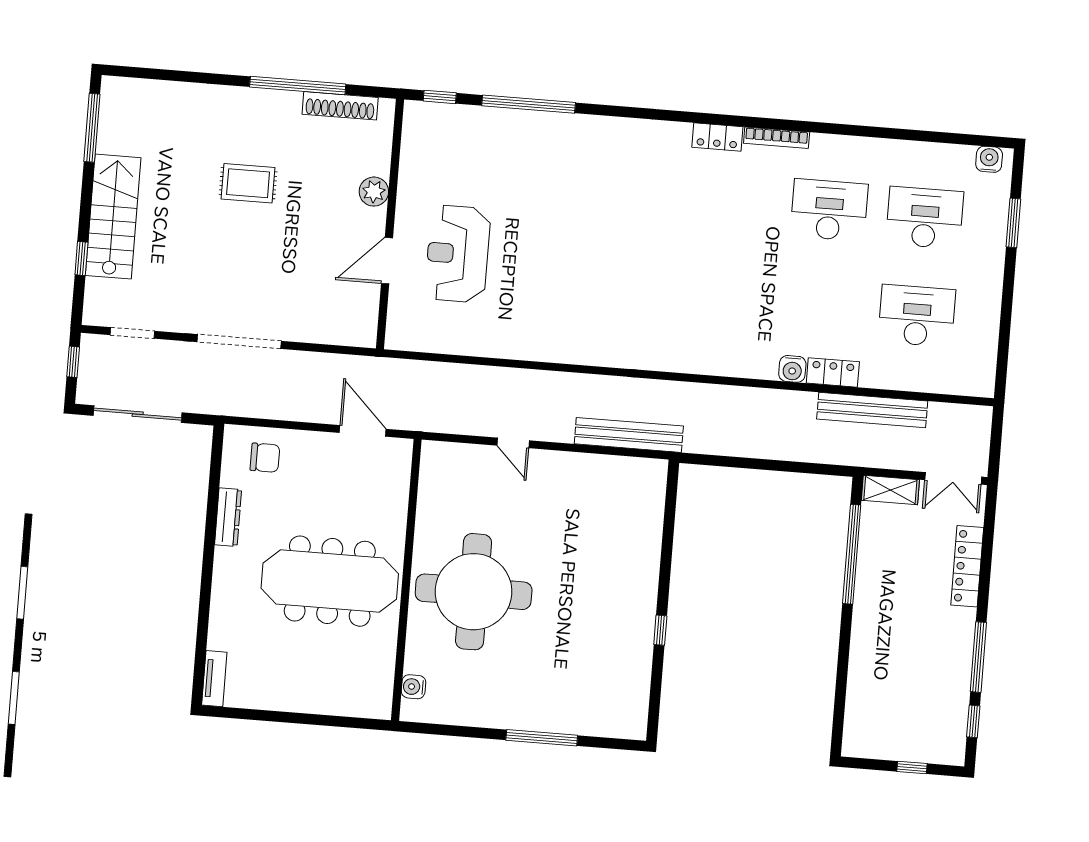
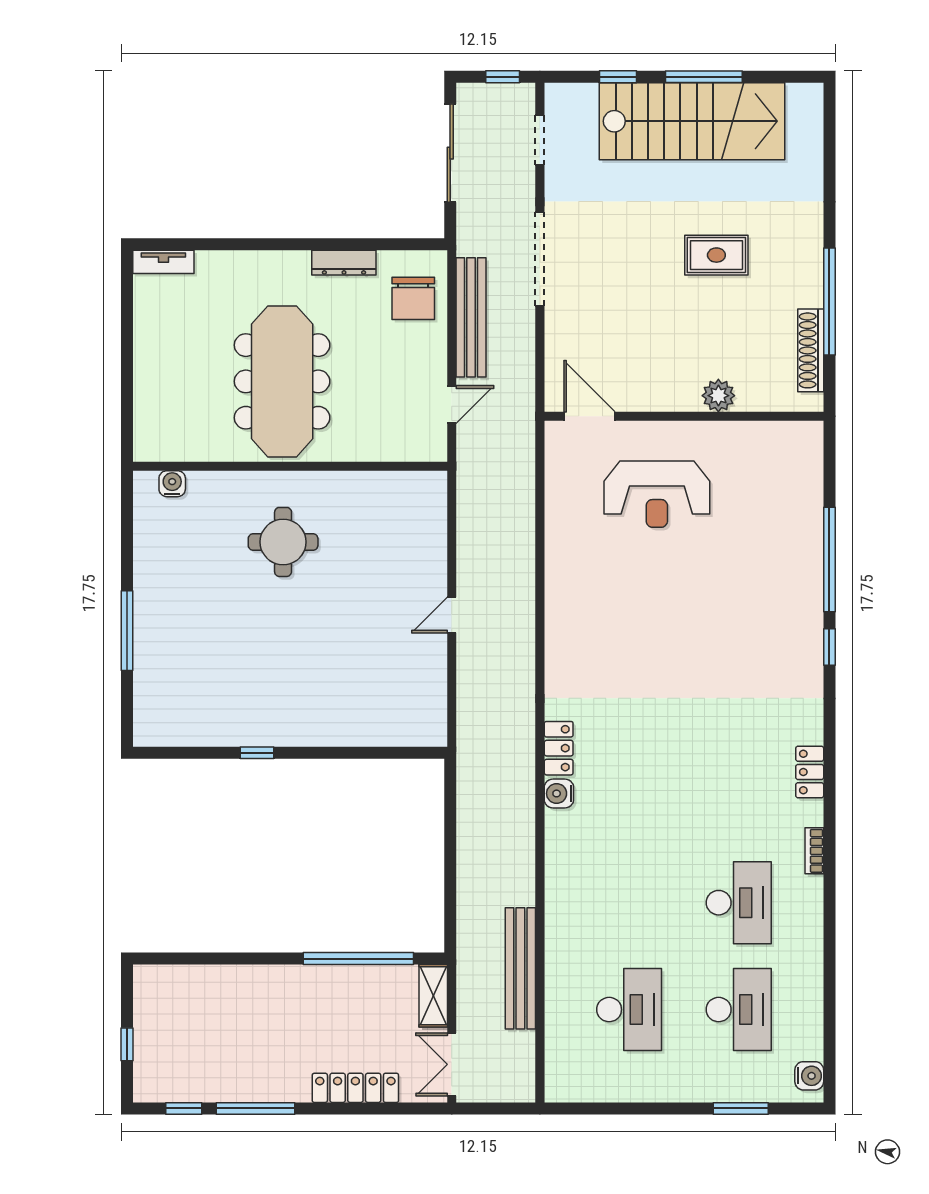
window: (440, 97) -> (829, 647), moved
window: (92, 128) -> (704, 77), moved
bookcase: (777, 138) -> (814, 851), width x0.64
rug: (248, 183) -> (716, 255), turned 90
stairs: (113, 217) -> (692, 121), width x1.36, depth x1.51
reception desk: (458, 254) -> (657, 494), turned 180
door: (387, 261) -> (589, 416), moved
water cooler: (792, 369) -> (559, 793), moved
locker: (833, 372) -> (559, 748), moved
door: (363, 431) -> (452, 404), width x0.73
bench: (629, 435) -> (471, 317), moved
door: (513, 443) -> (452, 615), moved
chair: (265, 458) -> (413, 298), width x1.37, depth x1.37
round table: (474, 592) -> (283, 542), width x0.54, depth x0.54

